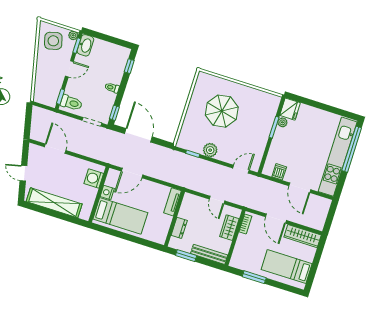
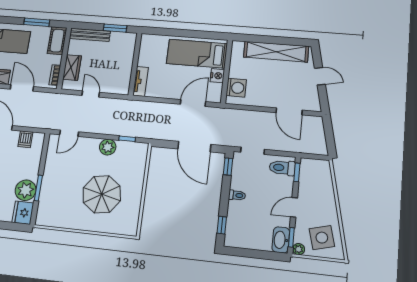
plant: (282, 122) -> (26, 190), width x1.88, depth x1.88
dresser: (179, 228) -> (128, 55), removed
cot: (239, 256) -> (57, 41), added

